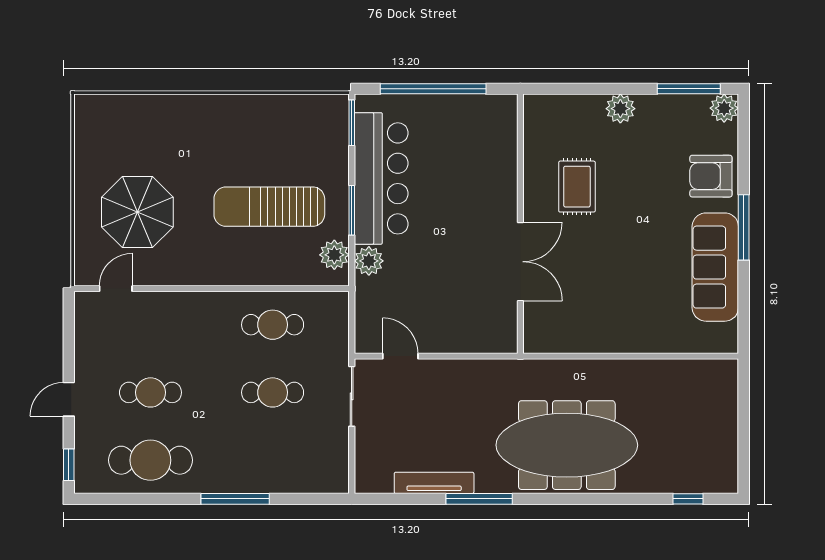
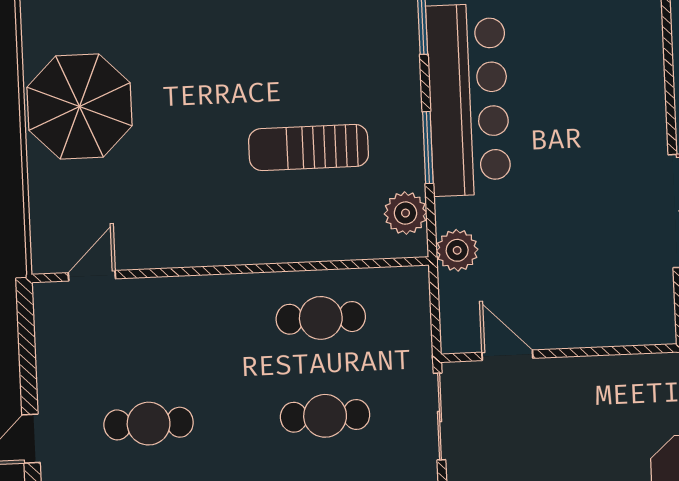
sun lounger: (269, 207) -> (309, 147), width x0.73, depth x0.75
parasol: (137, 212) -> (80, 106), moved
plant: (369, 261) -> (457, 250), moved

